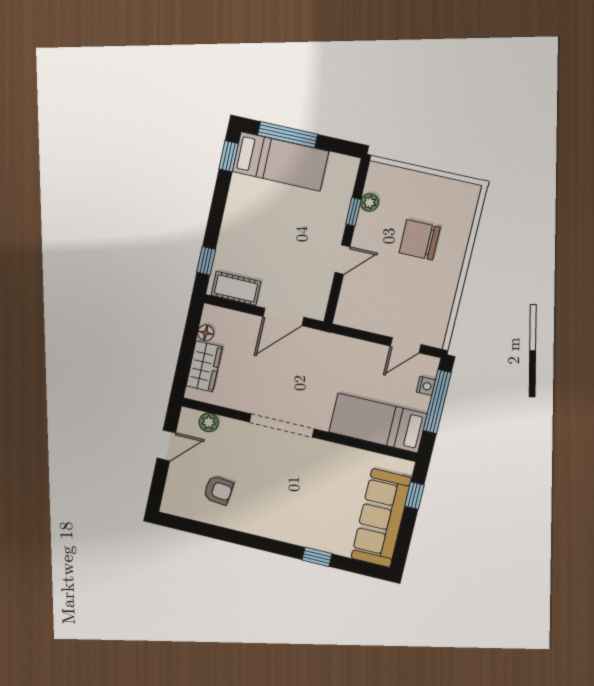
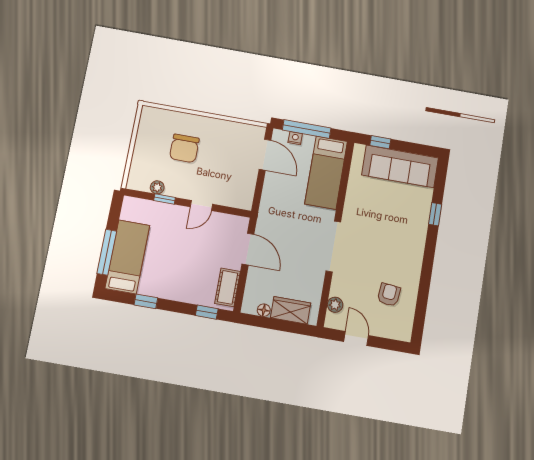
window: (229, 156) -> (146, 301), moved
door: (343, 260) -> (201, 206), swing flipped
door: (406, 345) -> (265, 155), width x1.38

